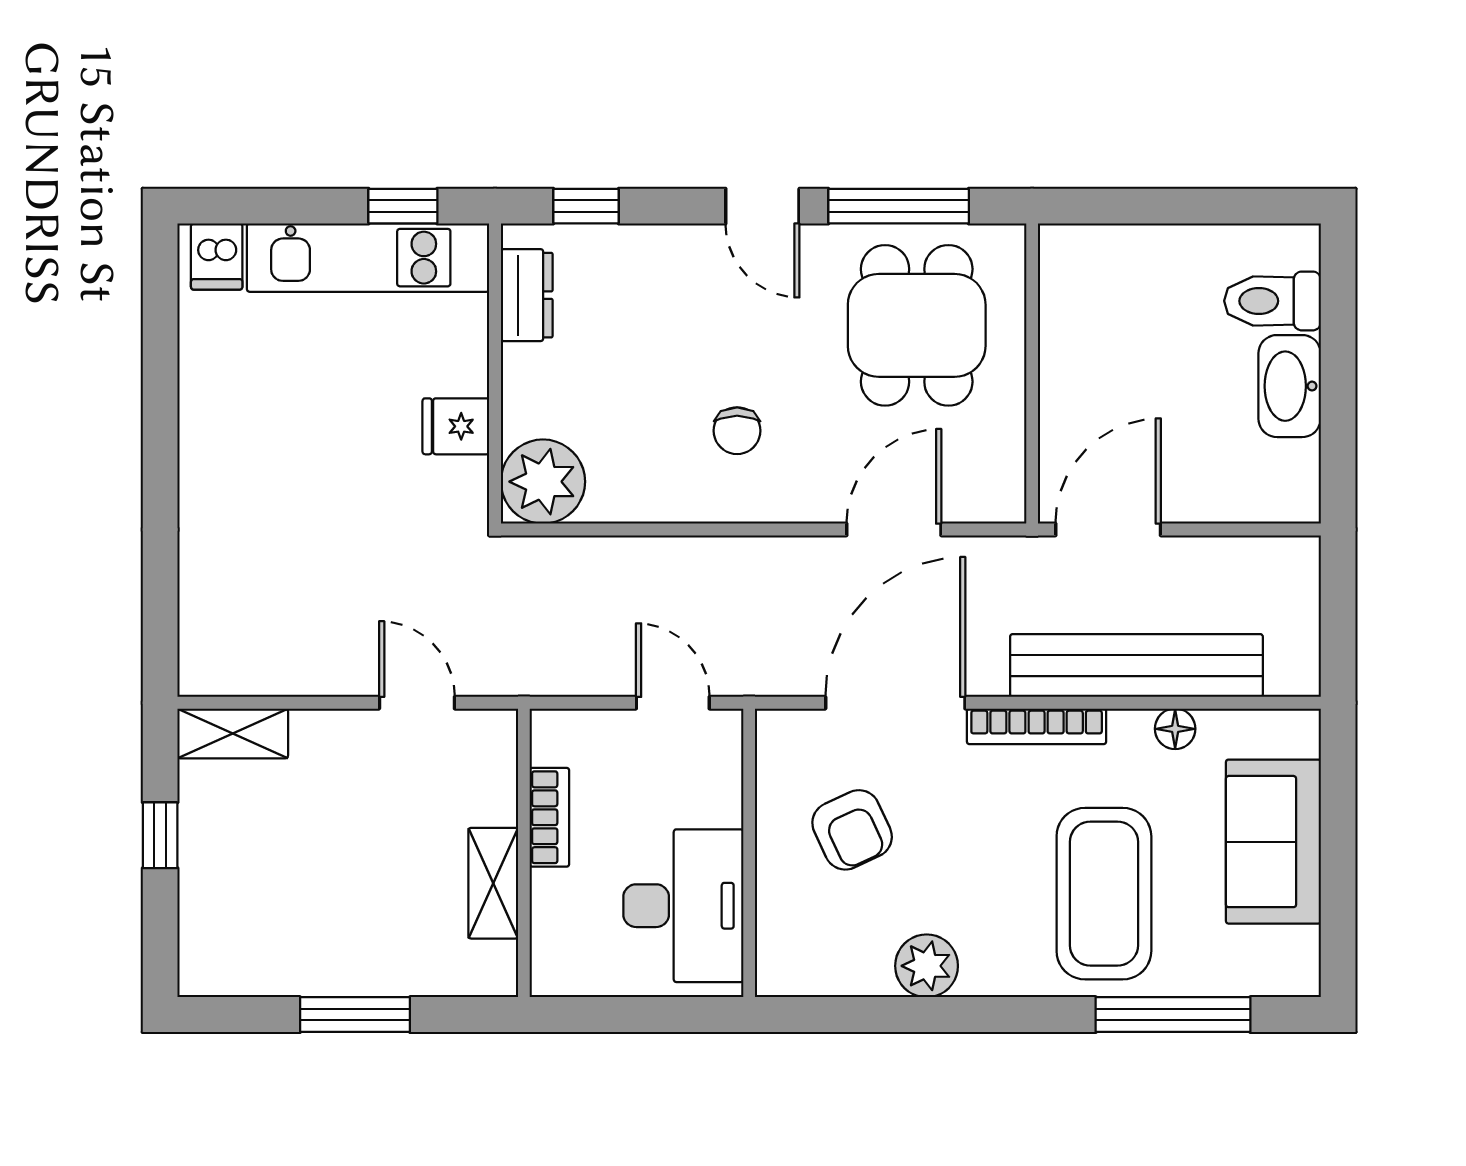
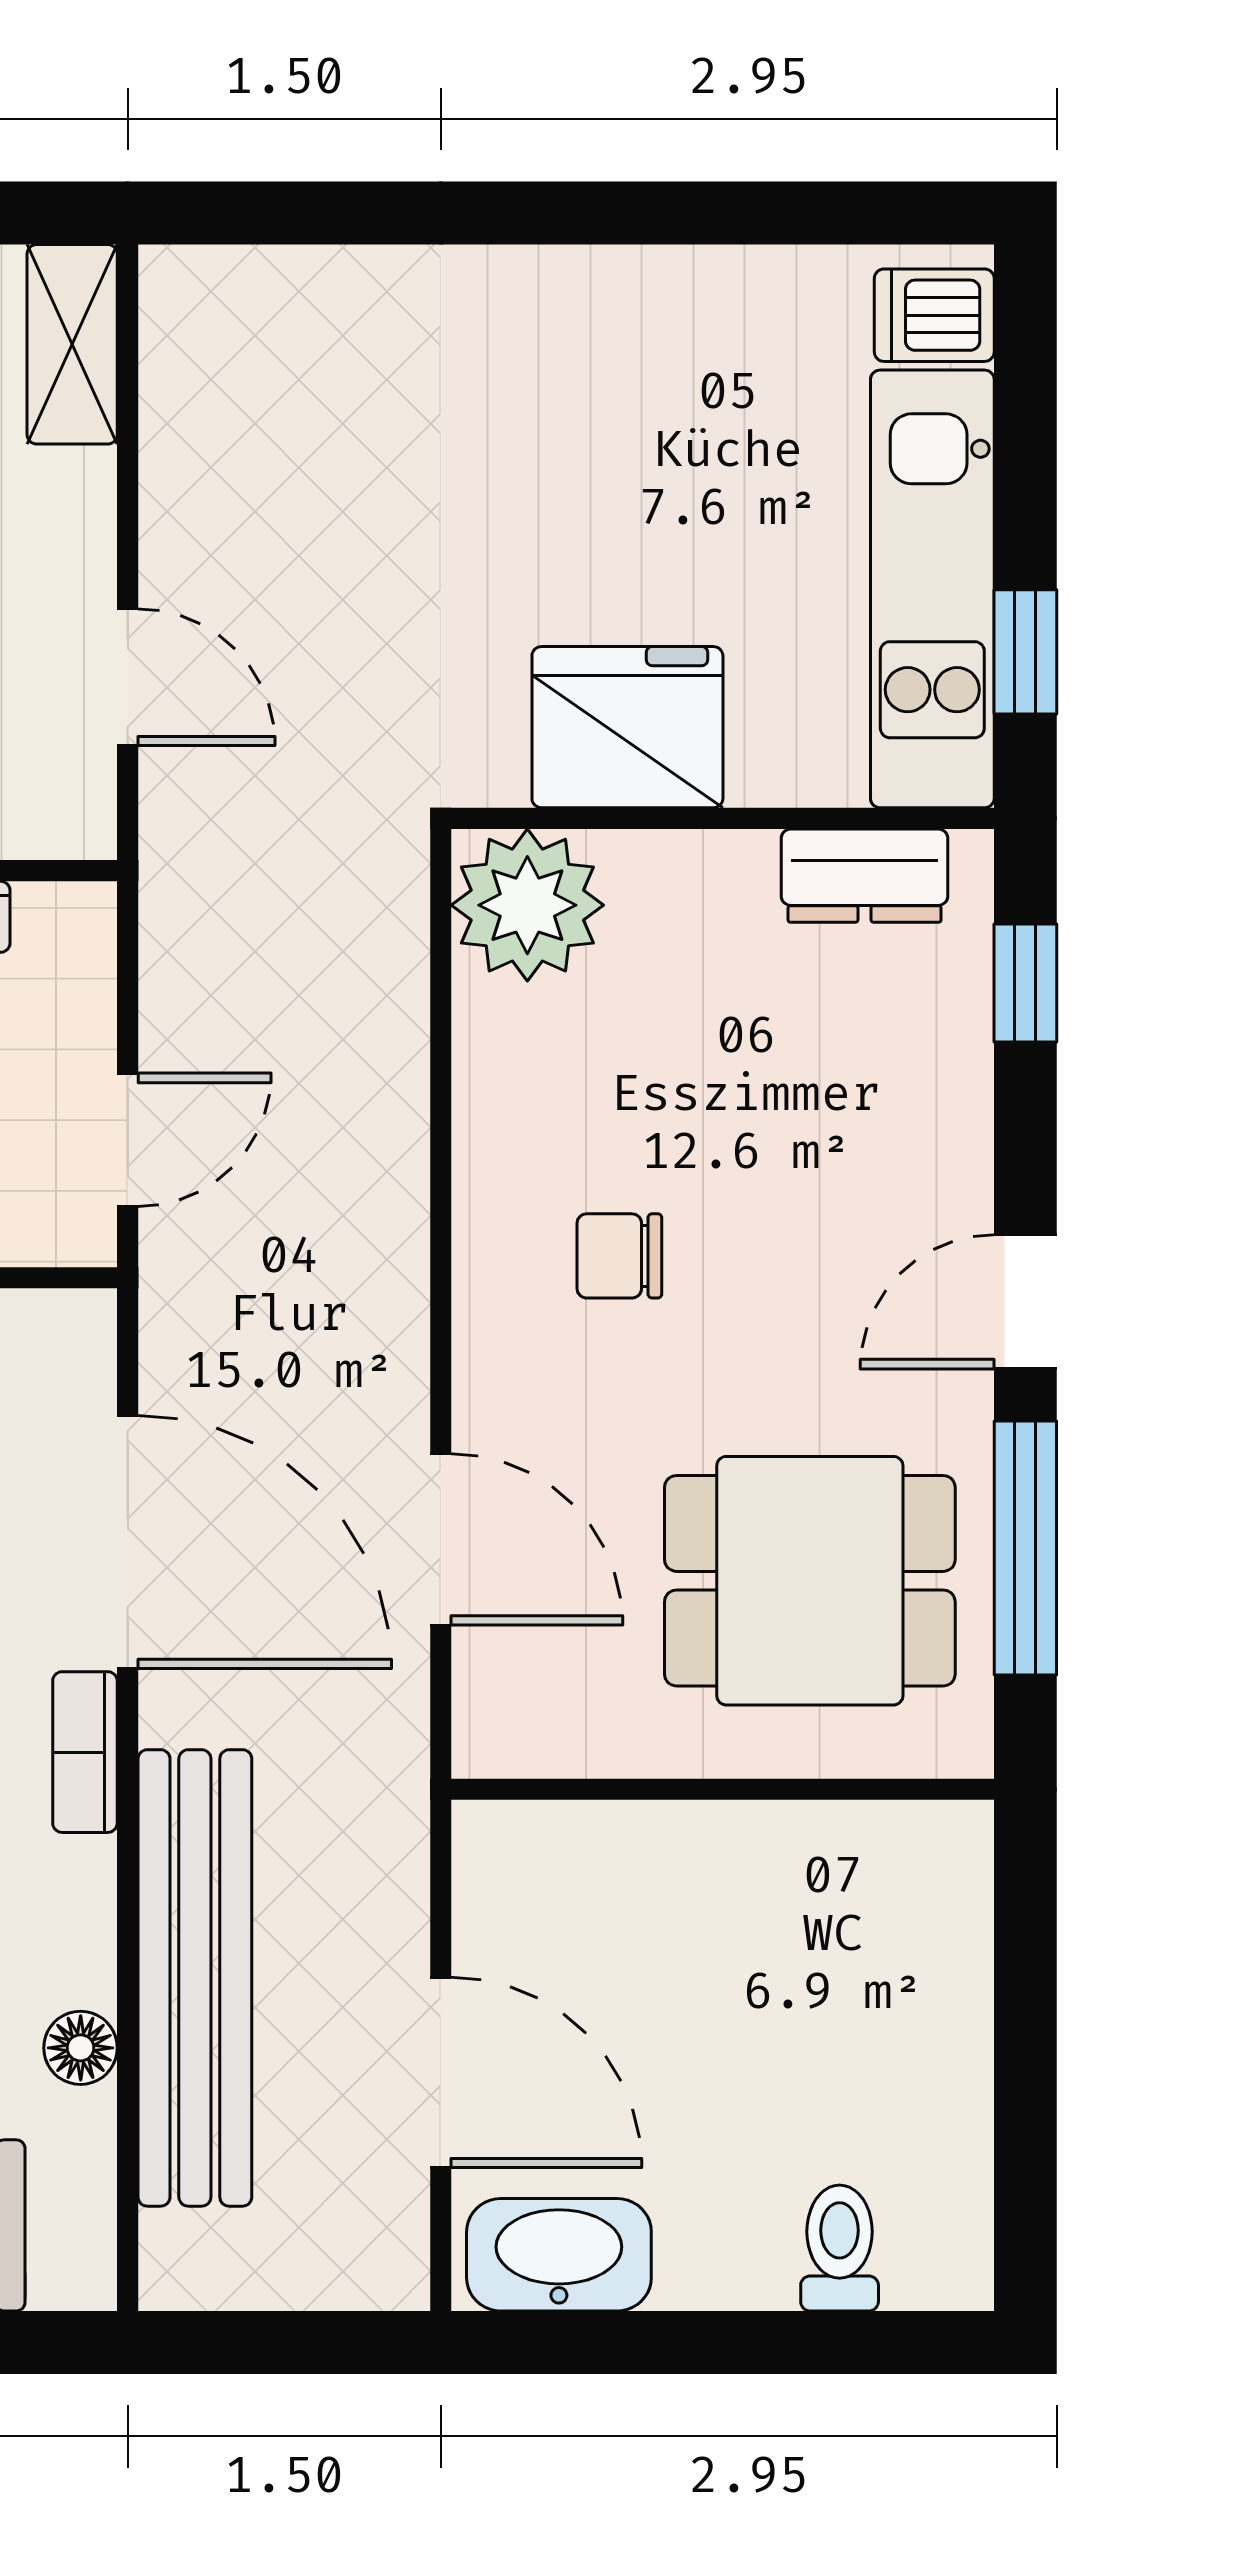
toilet: (1272, 301) -> (840, 2248), width x0.73, depth x0.72
washbasin: (1290, 386) -> (559, 2255), moved
fridge: (456, 426) -> (627, 727), width x1.88, depth x1.34
door: (1108, 530) -> (441, 2072), moved
door: (417, 703) -> (128, 677), hinge flipped
bookcase: (1037, 726) -> (85, 1752), width x0.64

